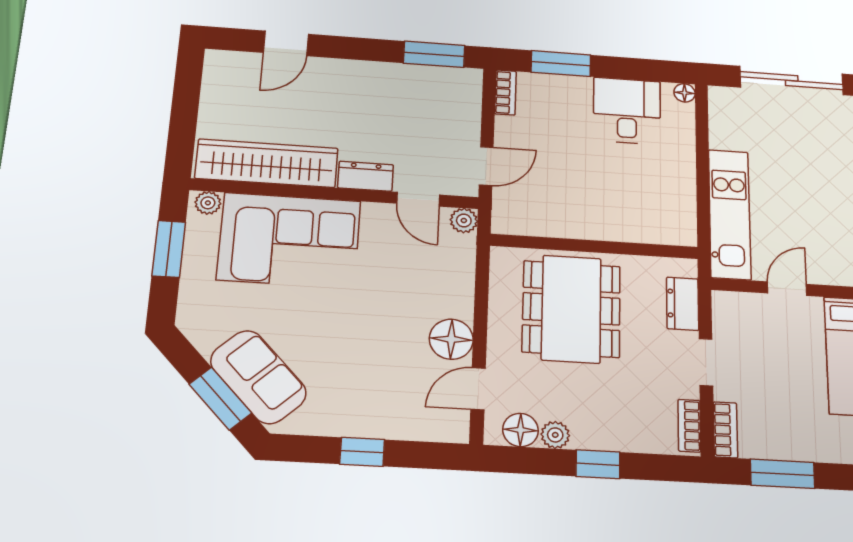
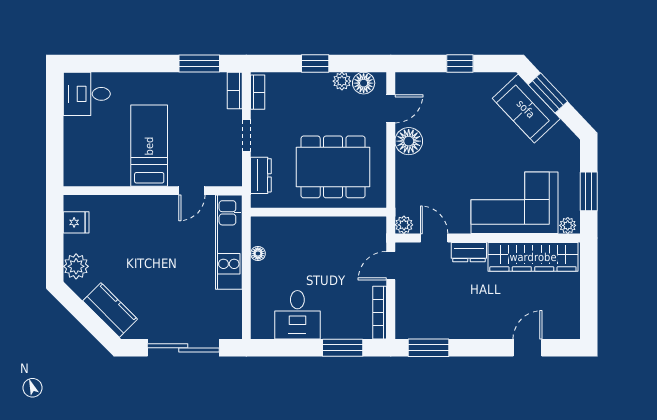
bookcase: (505, 92) -> (380, 313), width x1.56
floor lamp: (685, 93) -> (258, 253), moved
dining table: (571, 309) -> (333, 167), turned 90

